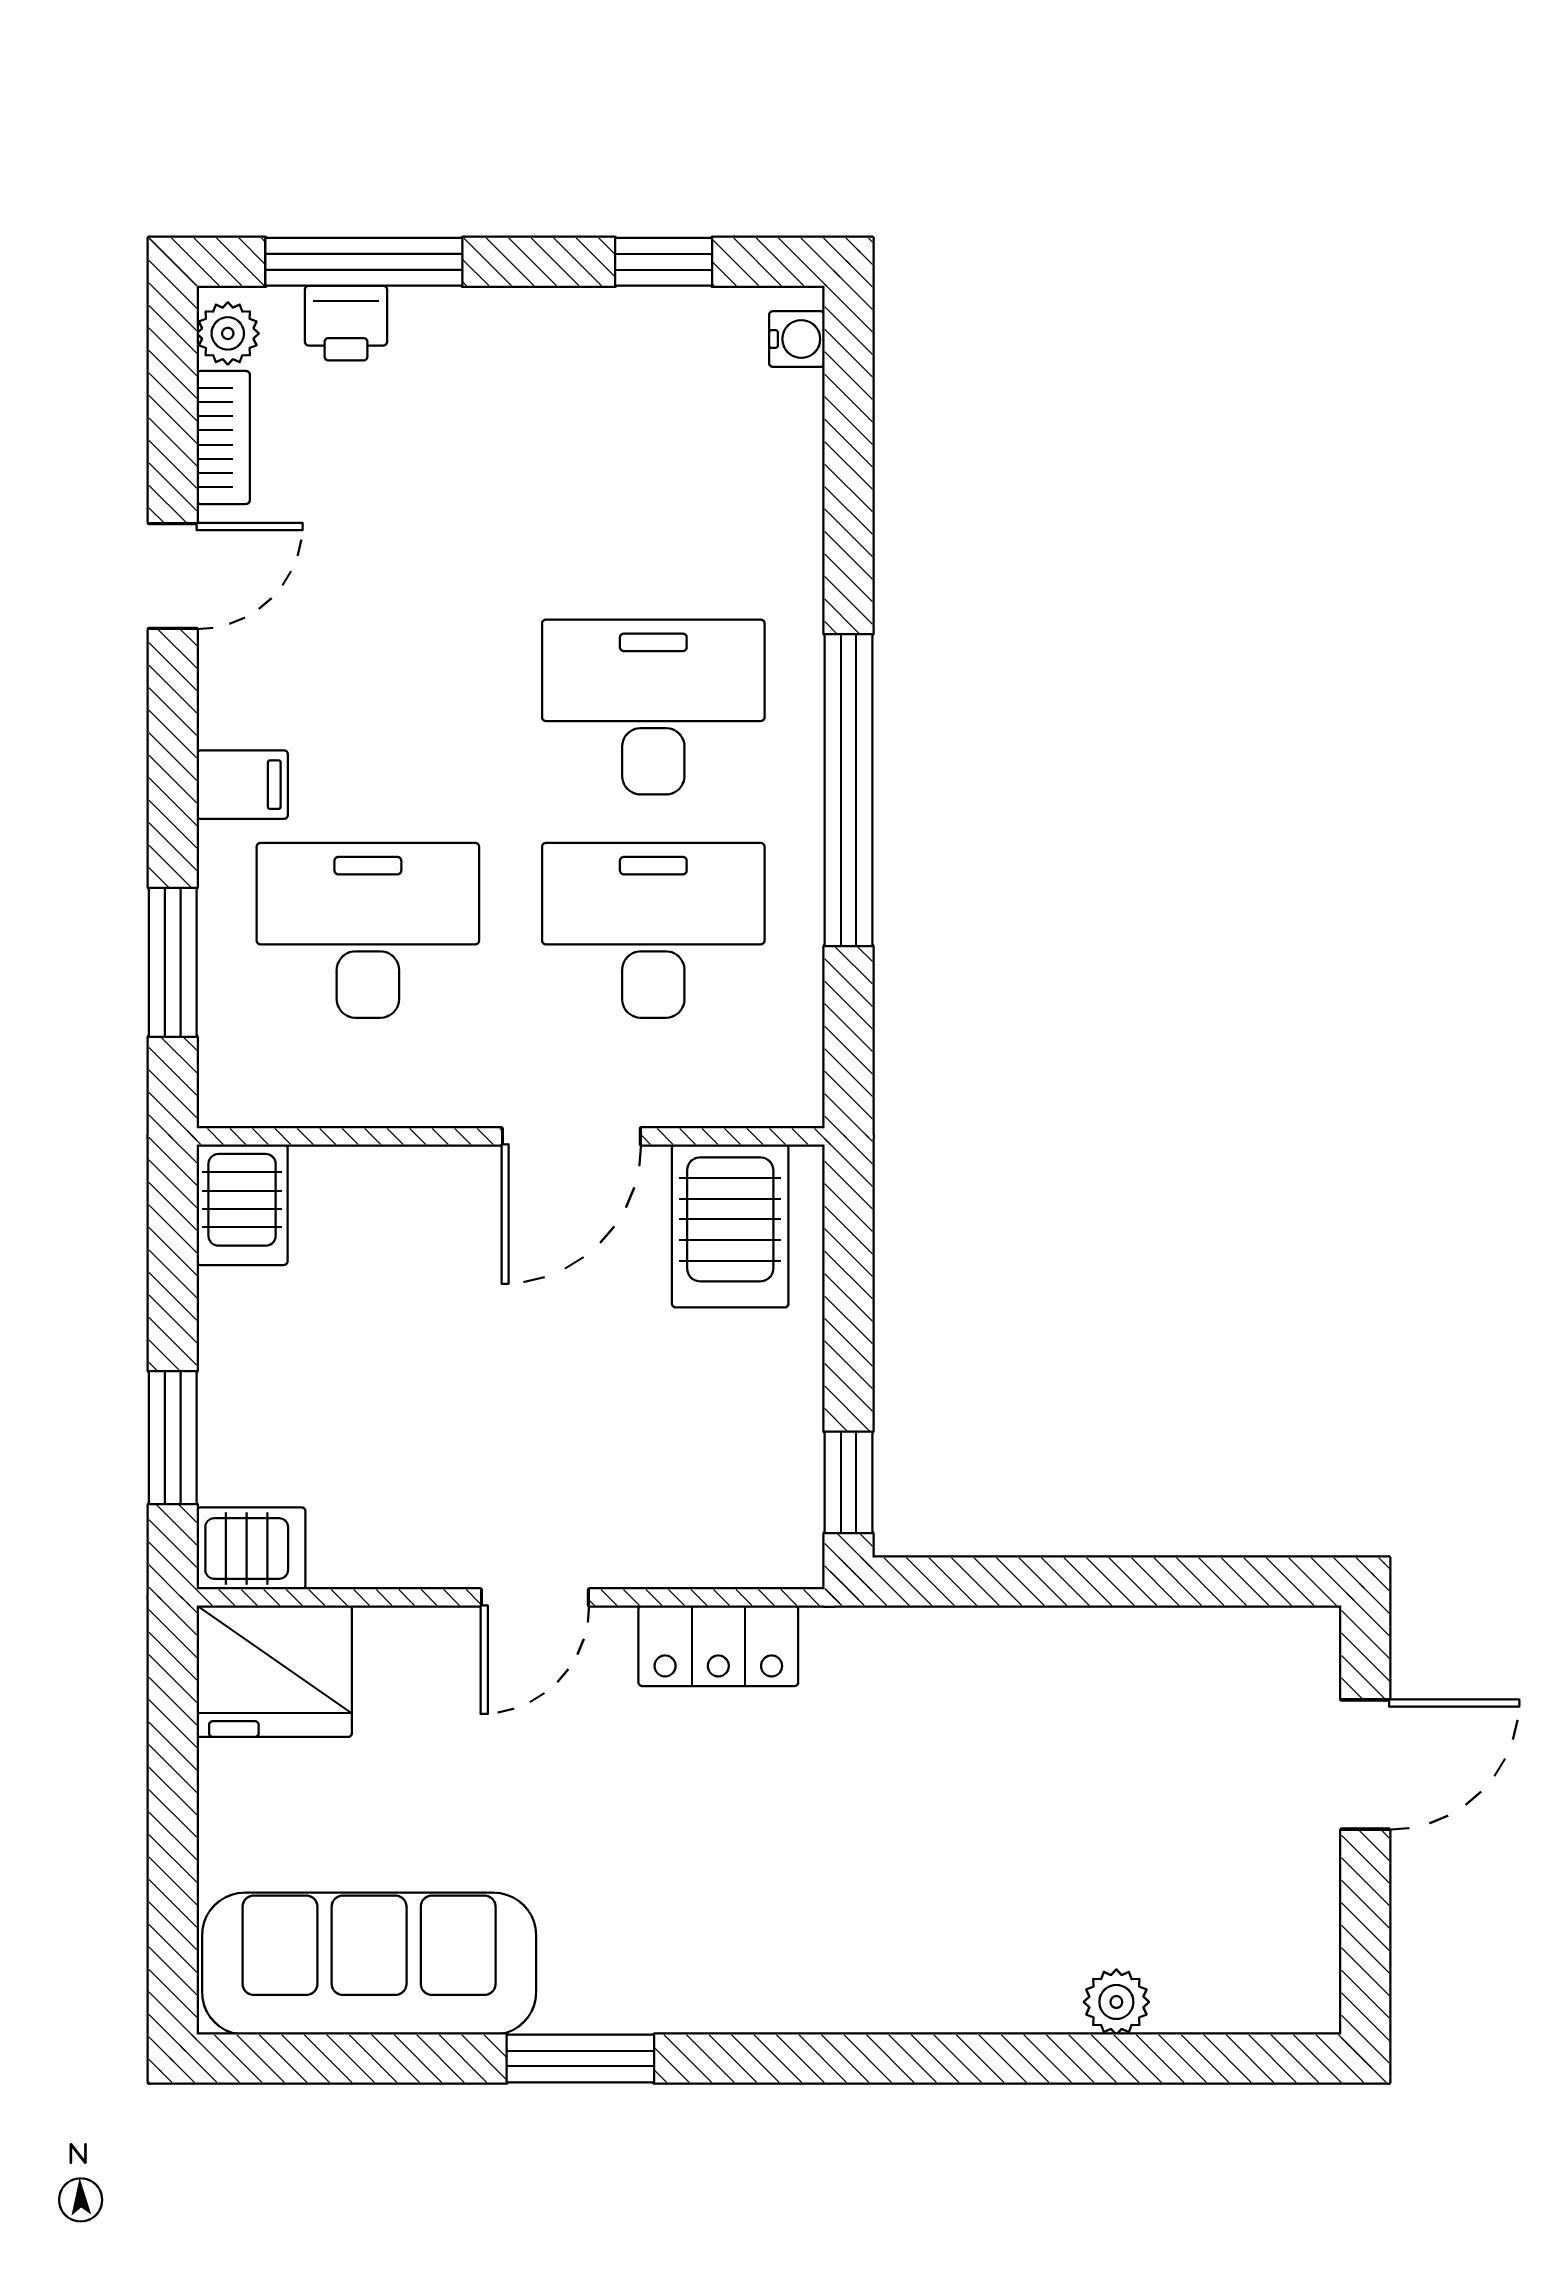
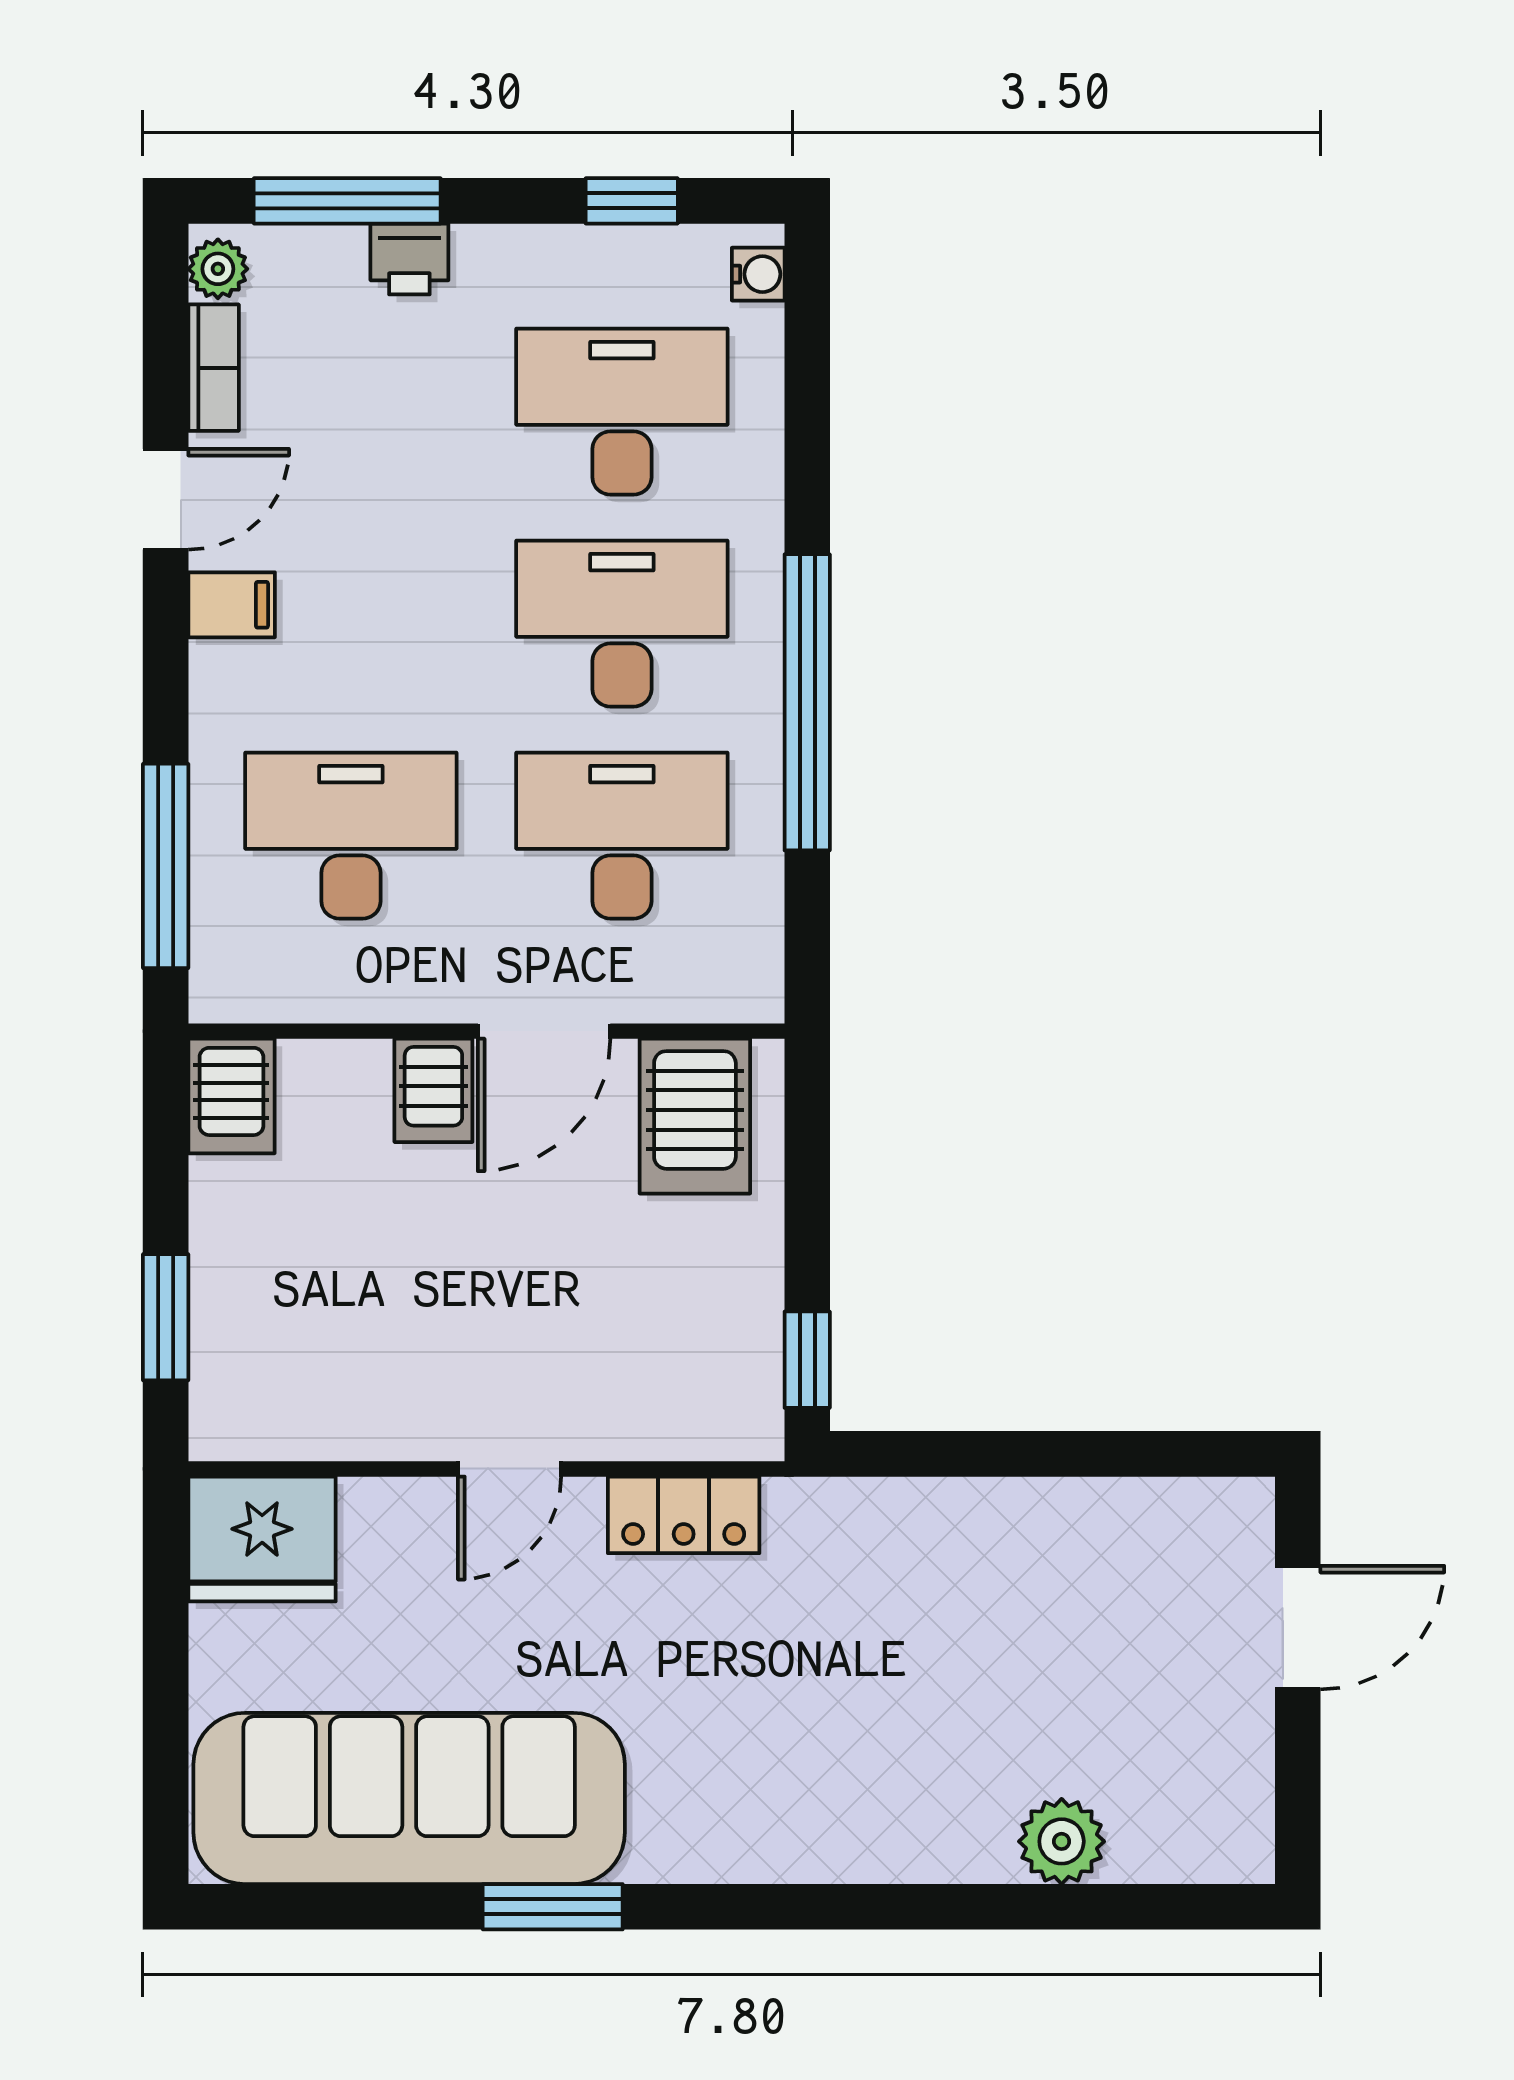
printer: (346, 323) -> (409, 259), moved
desk: (653, 484) -> (622, 412), added
filing cabinet: (242, 785) -> (232, 605), moved
window: (173, 962) -> (166, 866), width x1.44
server rack: (251, 1548) -> (433, 1090), moved, turned 90
sofa: (369, 1964) -> (409, 1798), width x1.36, depth x1.27
plant: (1116, 2002) -> (1062, 1841), width x1.38, depth x1.38

